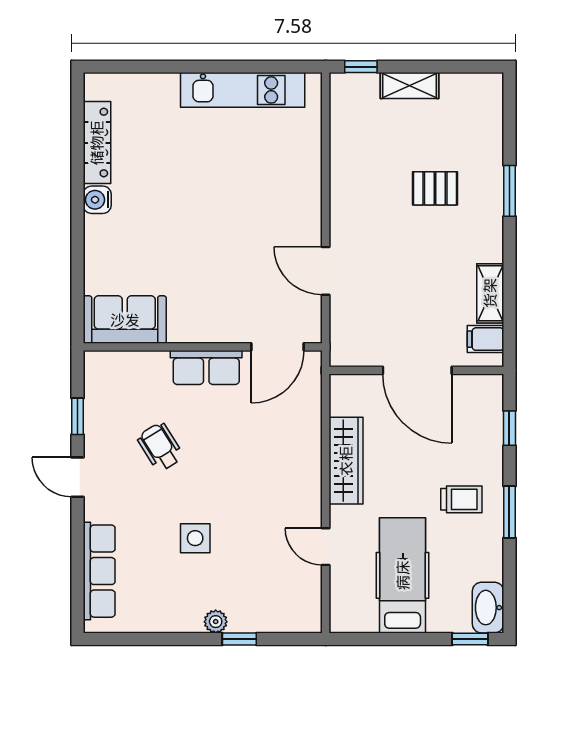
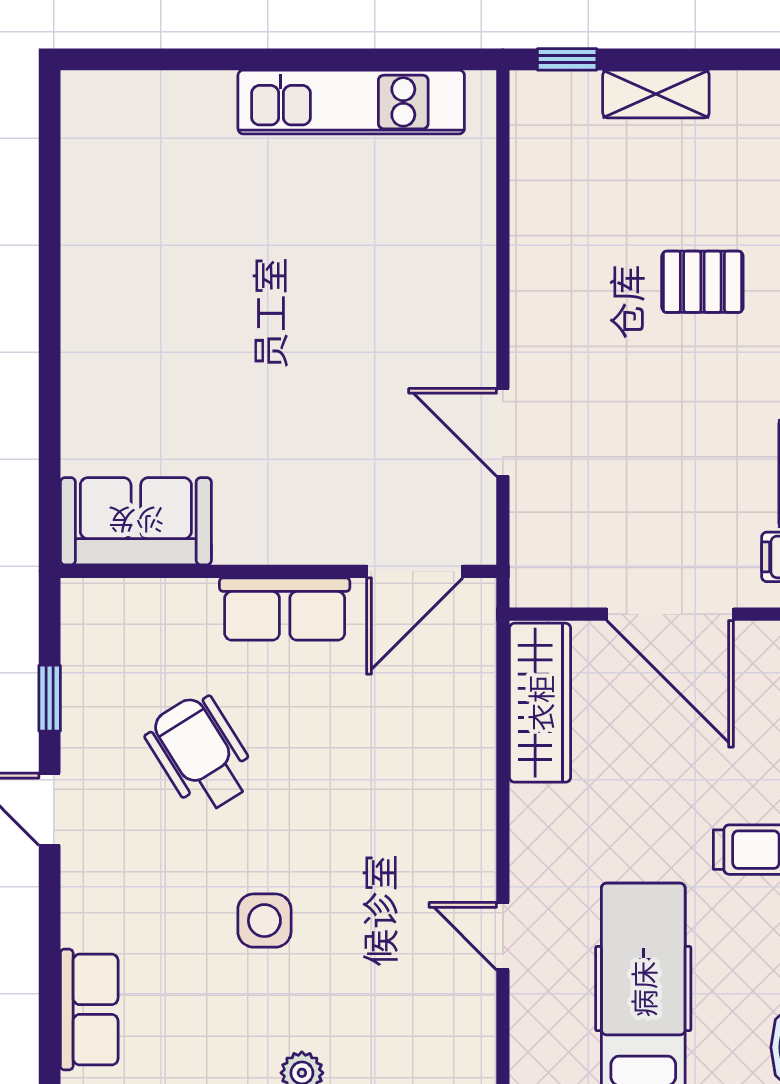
locker: (97, 143) -> (85, 198), removed
water cooler: (97, 200) -> (86, 302), removed
wheelchair: (160, 447) -> (201, 754), width x1.36, depth x1.37
wardrobe: (346, 461) -> (540, 703), moved
row of seats: (99, 571) -> (89, 1010), width x0.68

